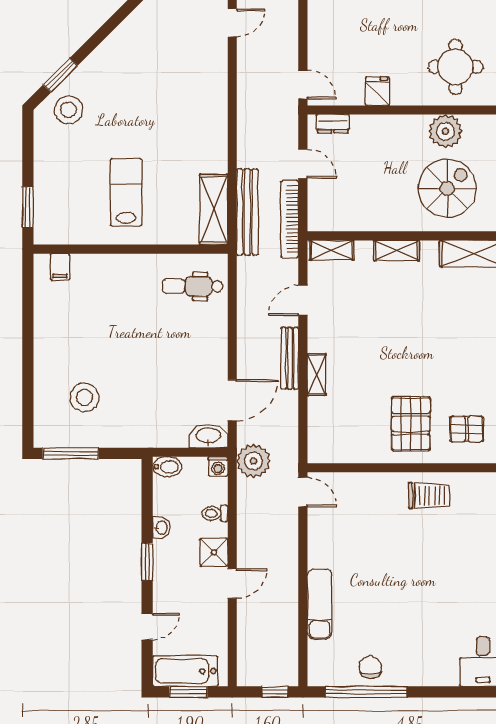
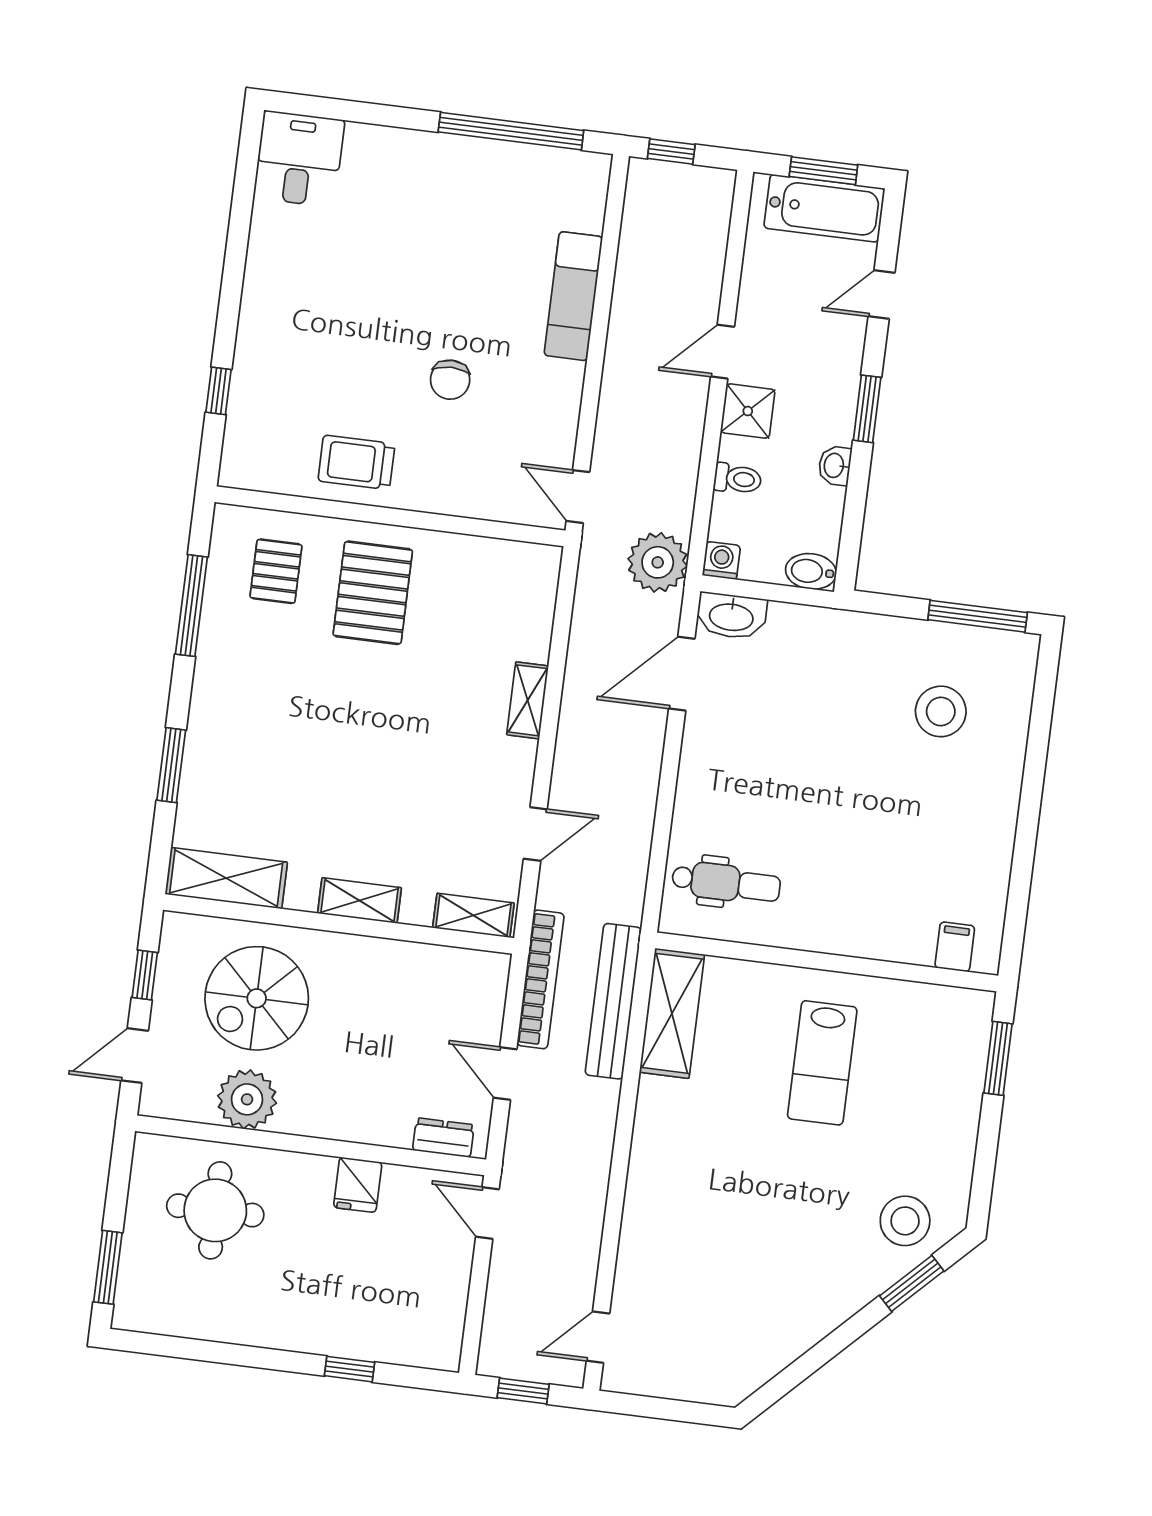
bench: (290, 358) -> (571, 735), removed
pallet: (467, 429) -> (276, 571), turned 90
chair: (370, 667) -> (450, 380), moved

